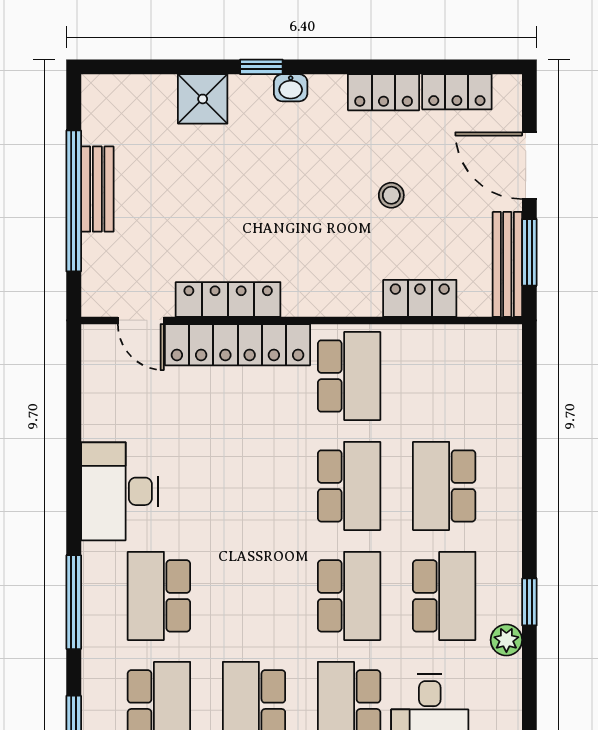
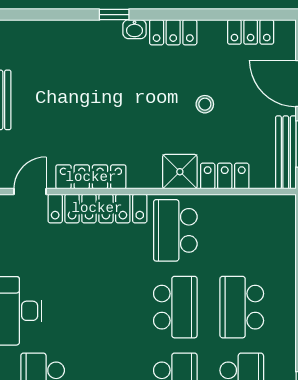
locker: (384, 92) -> (173, 32), moved
shower: (203, 99) -> (180, 172), moved
door: (141, 320) -> (30, 192), swing flipped
school desk: (349, 376) -> (175, 230), turned 180

